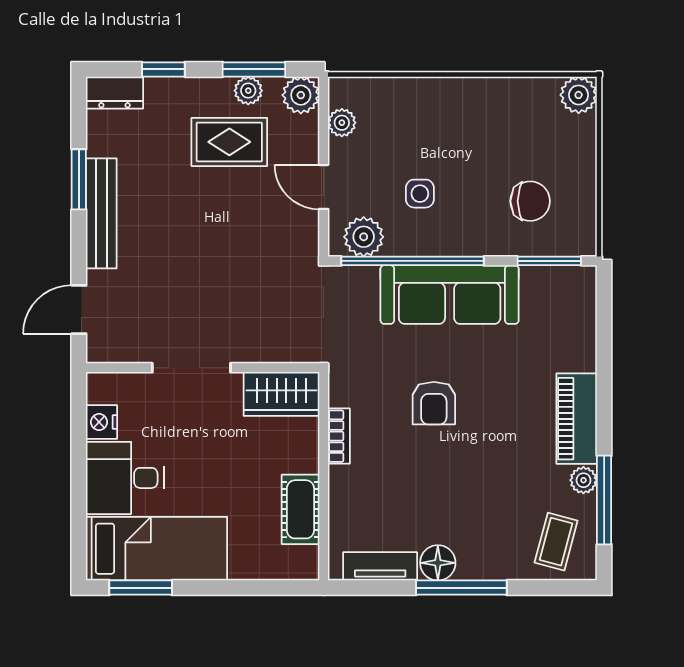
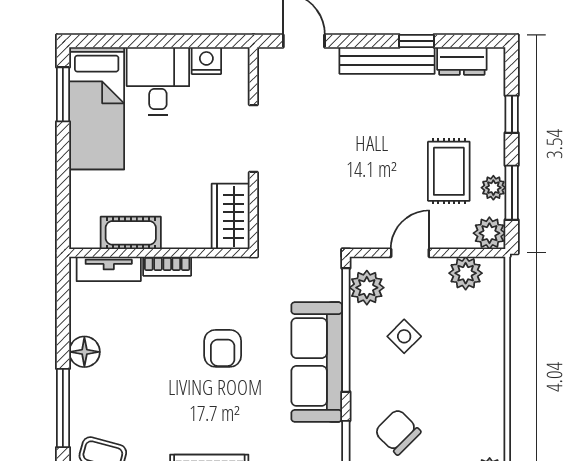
dresser: (114, 93) -> (462, 61), moved, turned -90
plant: (342, 123) -> (466, 273), width x1.38, depth x1.38
window: (79, 179) -> (416, 41), width x0.67
side table: (420, 194) -> (404, 336), turned 45
chair: (530, 201) -> (398, 432), turned 135
armchair: (434, 403) -> (223, 348), turned -90
bookcase: (339, 436) -> (167, 266), moved
tv unit: (380, 566) -> (109, 269), moved, turned 90
window: (461, 588) -> (63, 408), moved

